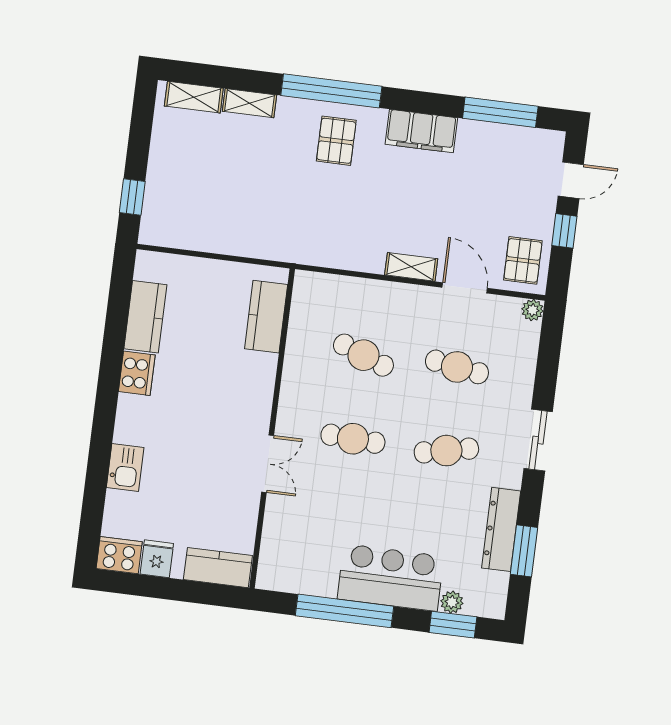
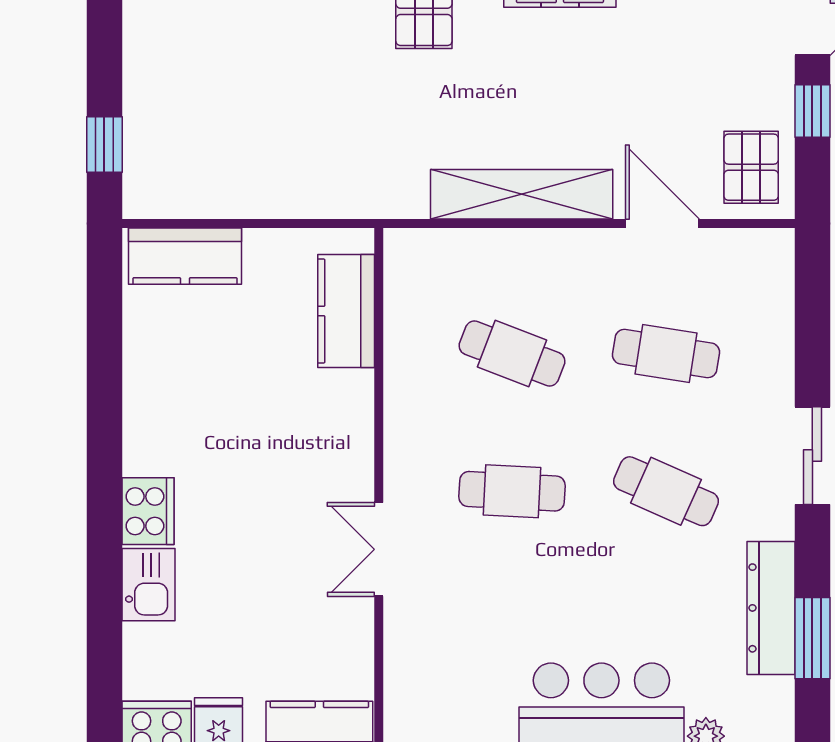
shelving: (411, 267) -> (522, 194), width x2.20, depth x1.33
plant: (533, 310) -> (777, 246), removed
kitchen counter: (145, 317) -> (185, 256), moved, turned 90
cooker: (137, 373) -> (148, 511), moved
cafe table: (446, 451) -> (666, 491), turned 36
double door: (268, 464) -> (379, 549), swing flipped

